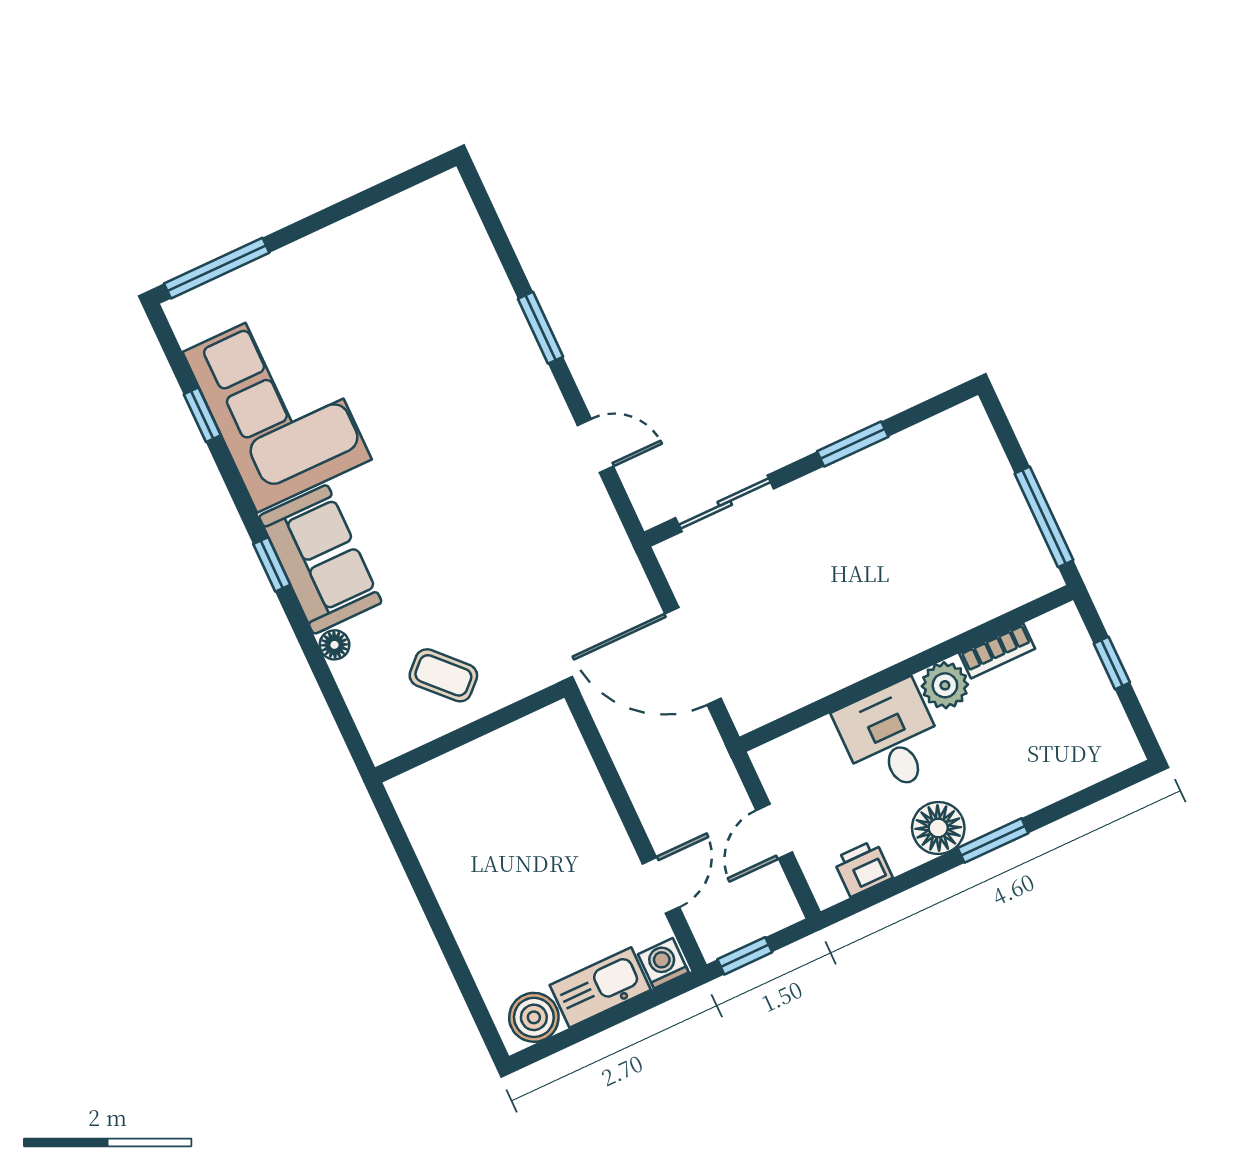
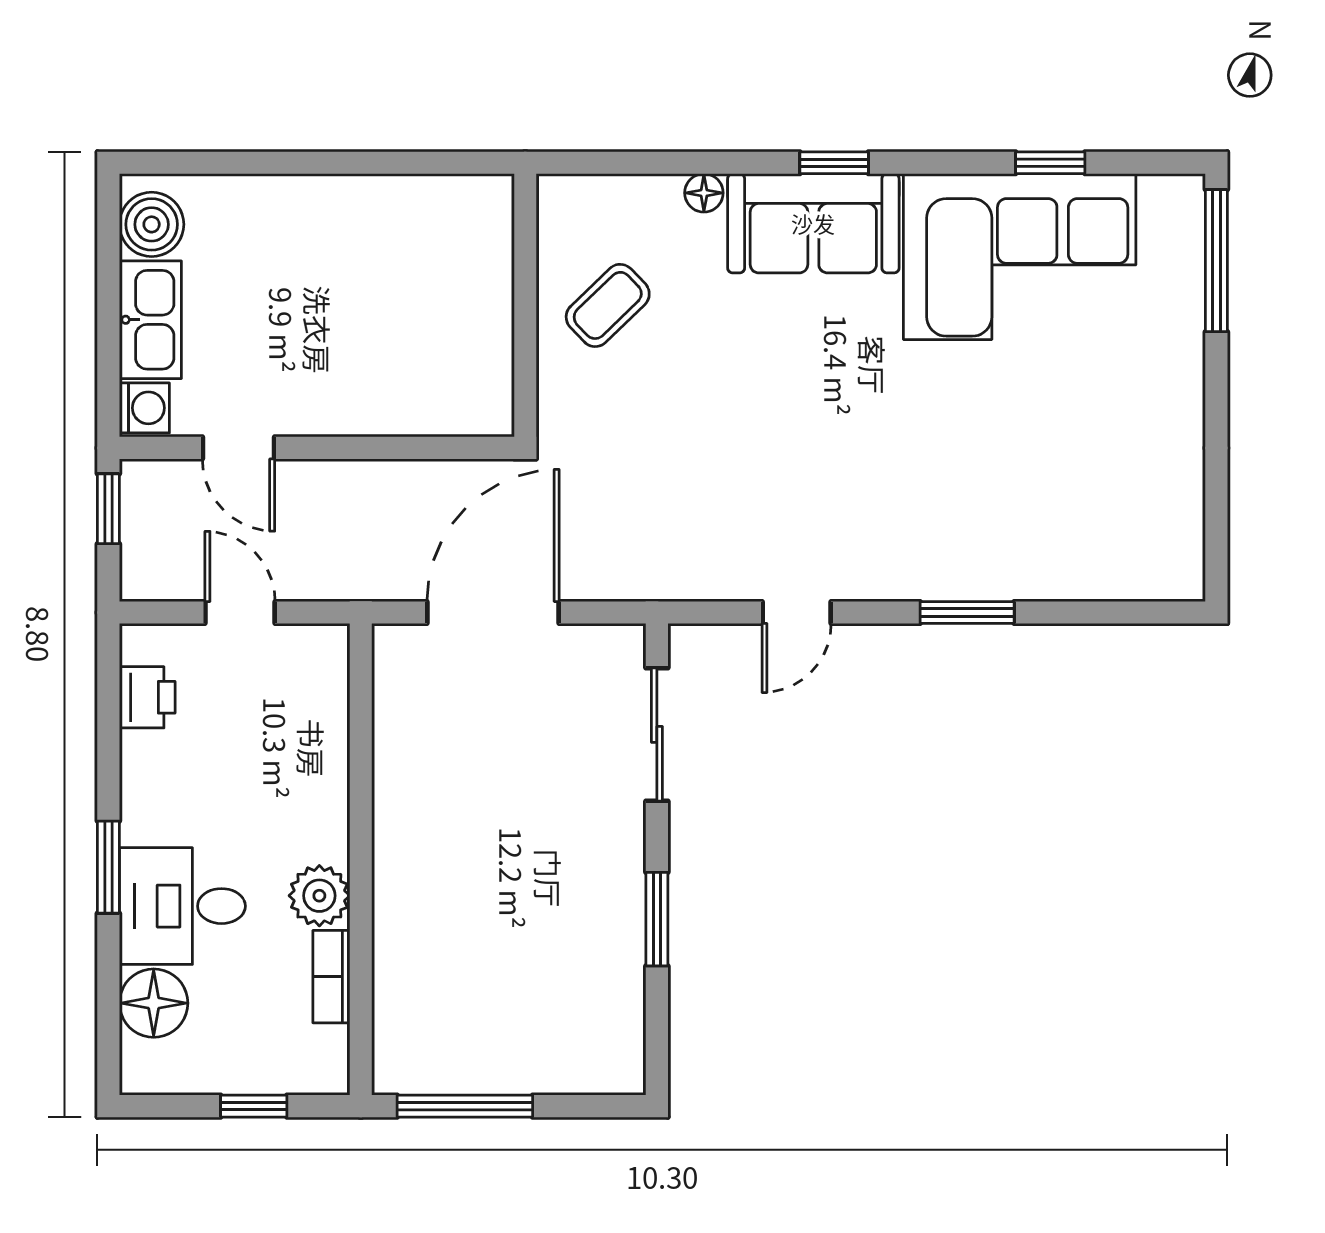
desk: (891, 738) -> (182, 906), moved, turned 180
floor lamp: (938, 828) -> (154, 1003), moved

